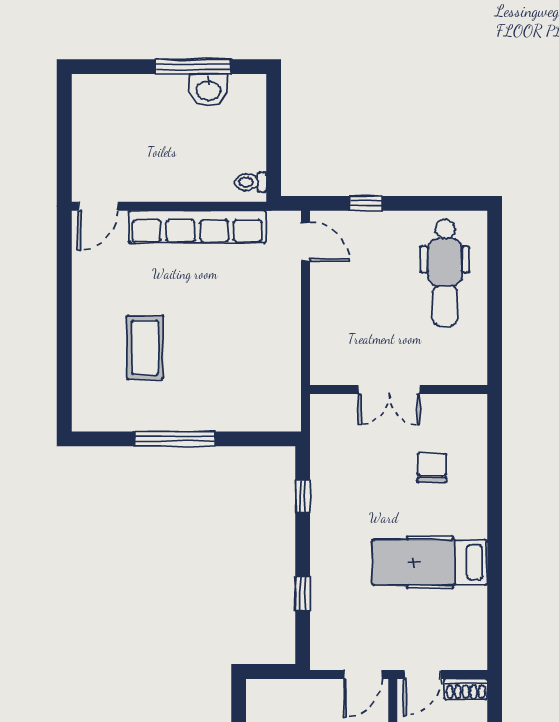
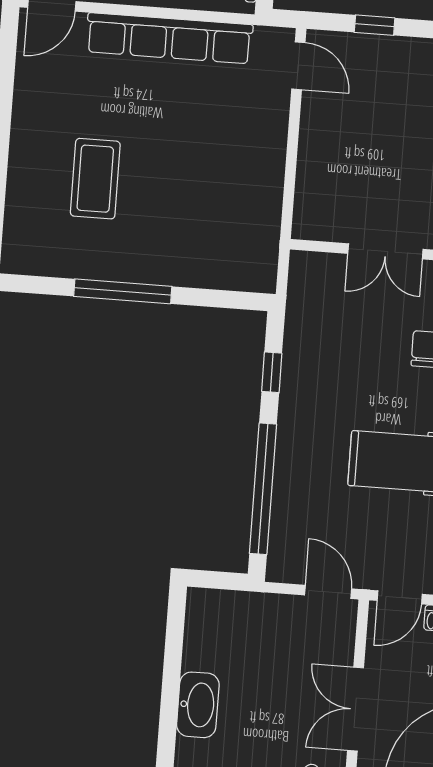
window: (303, 593) -> (263, 489), width x3.17
door: (363, 674) -> (328, 592), swing flipped

